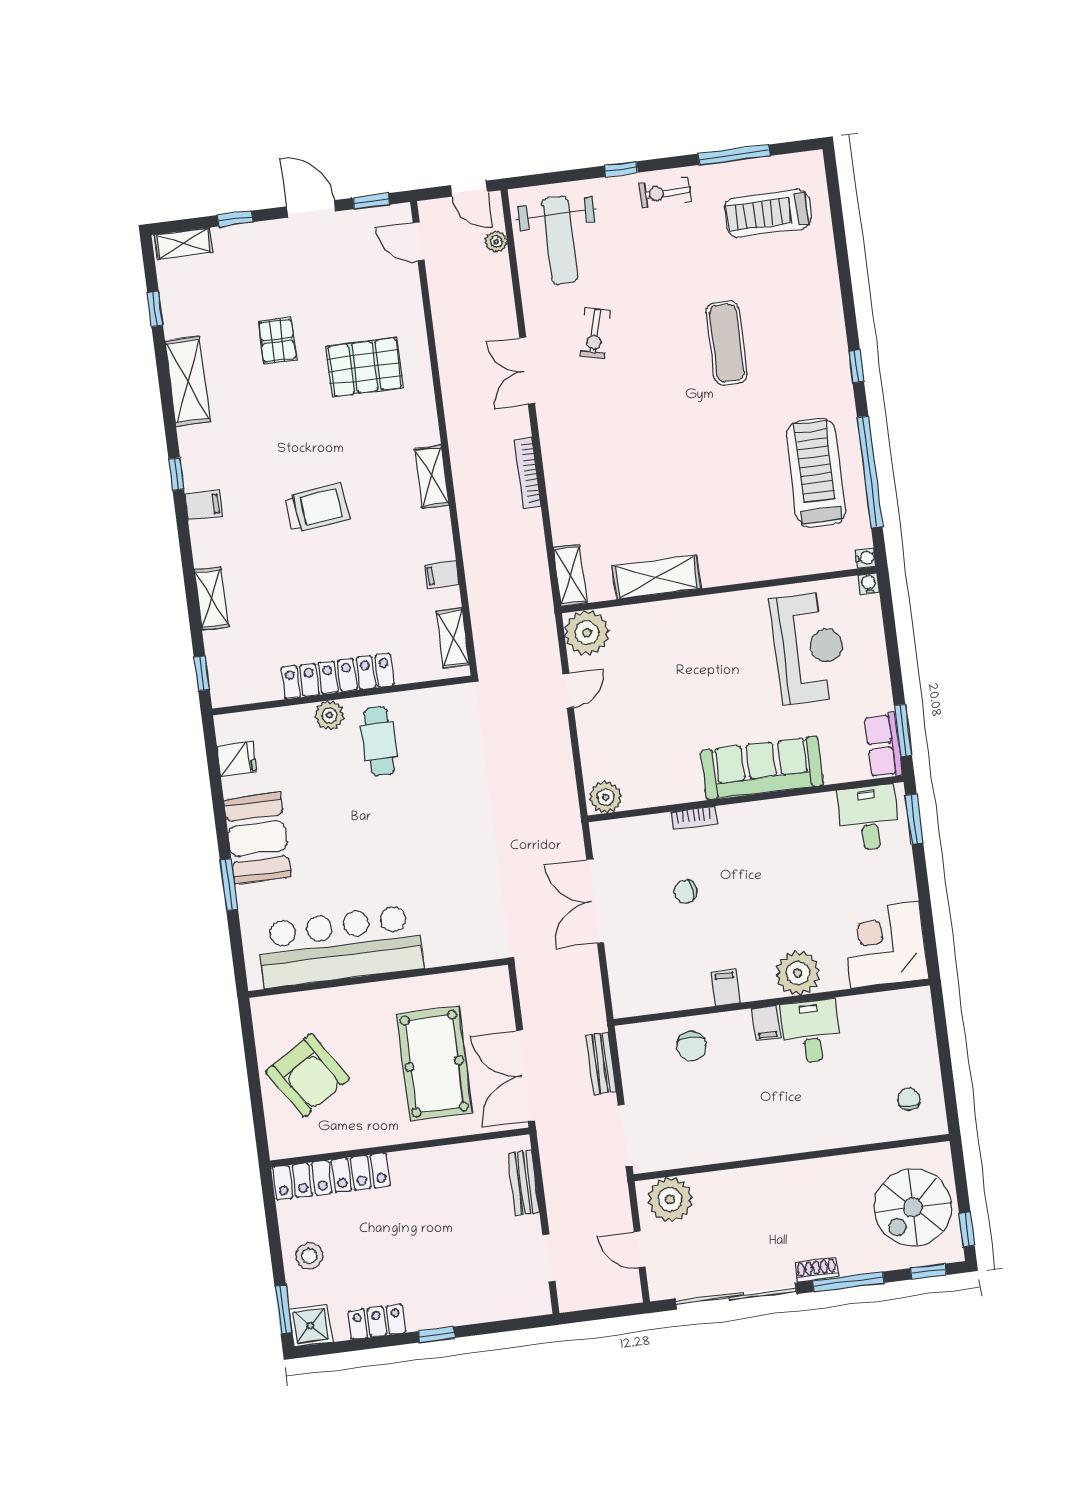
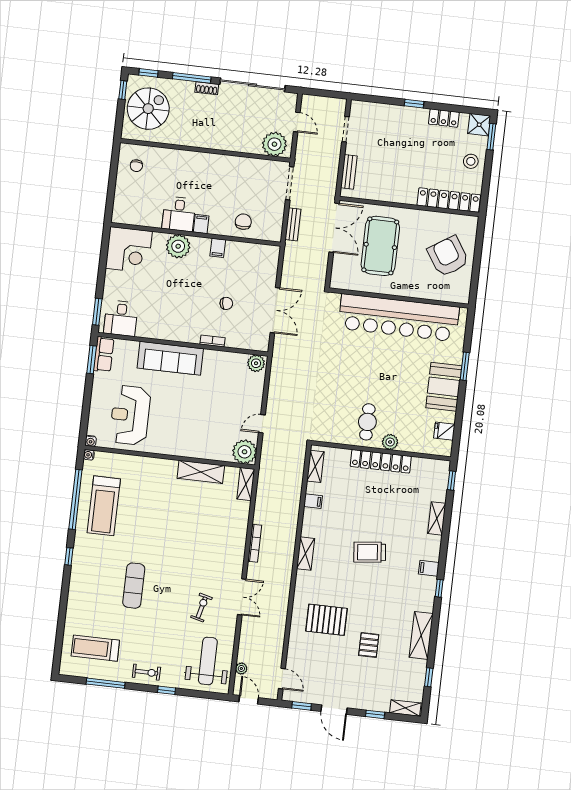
treadmill: (768, 213) -> (95, 648), turned 180
bar counter: (340, 946) -> (399, 318), width x1.36

